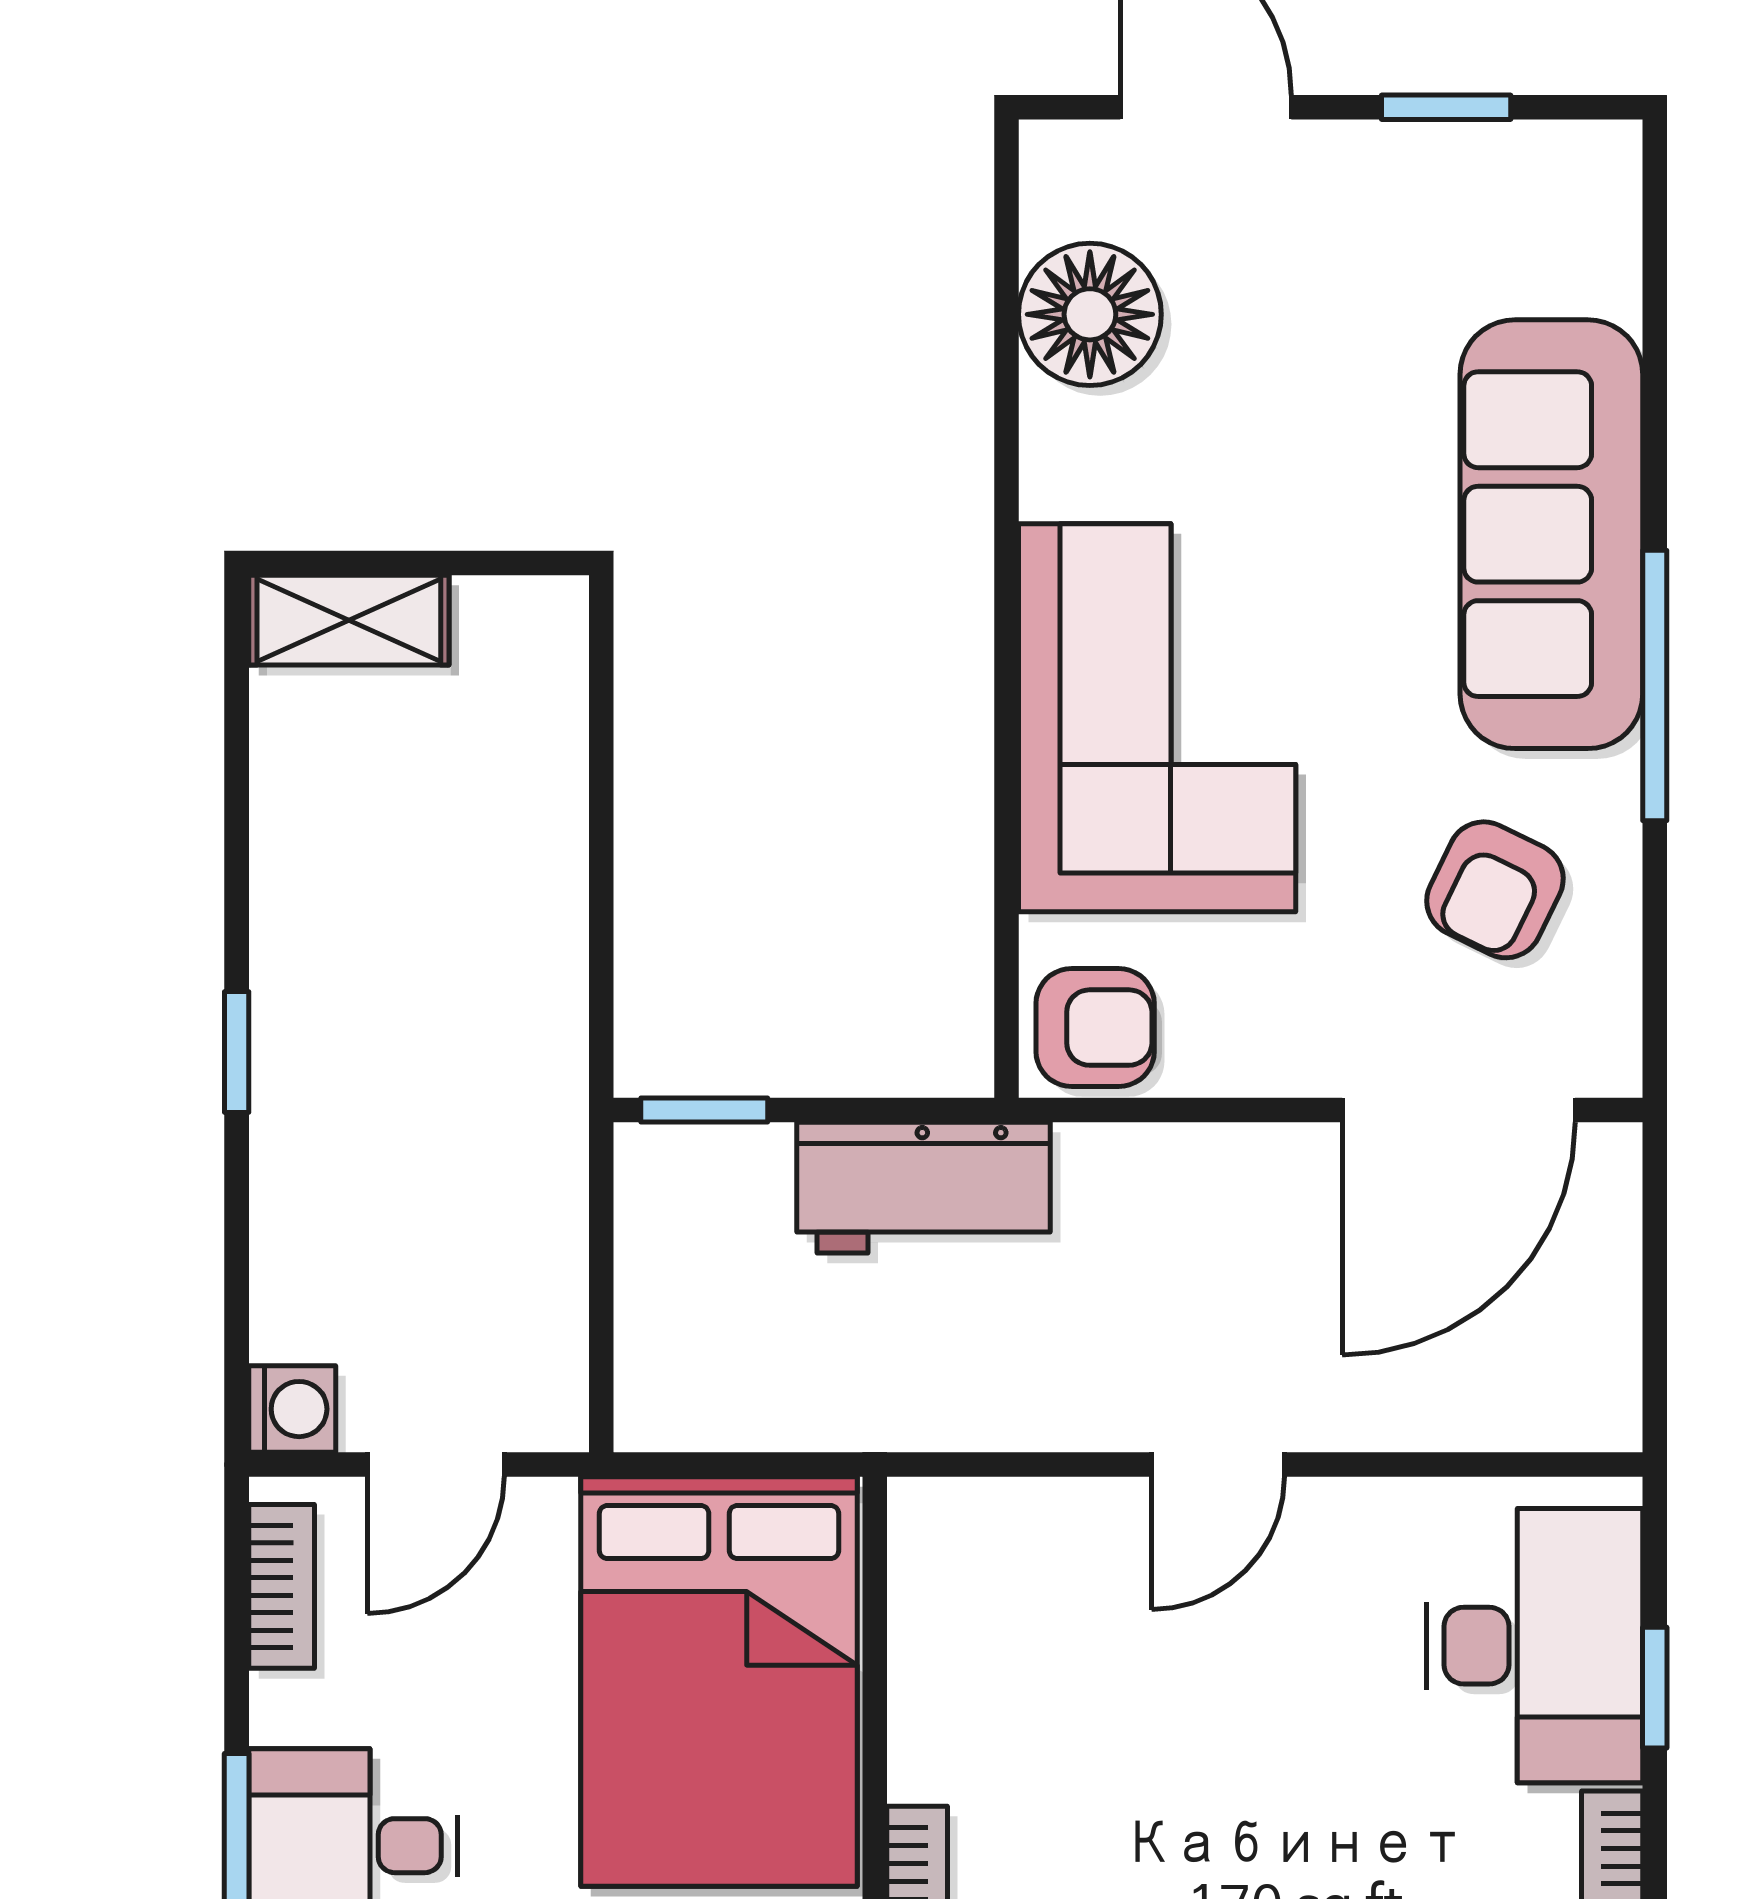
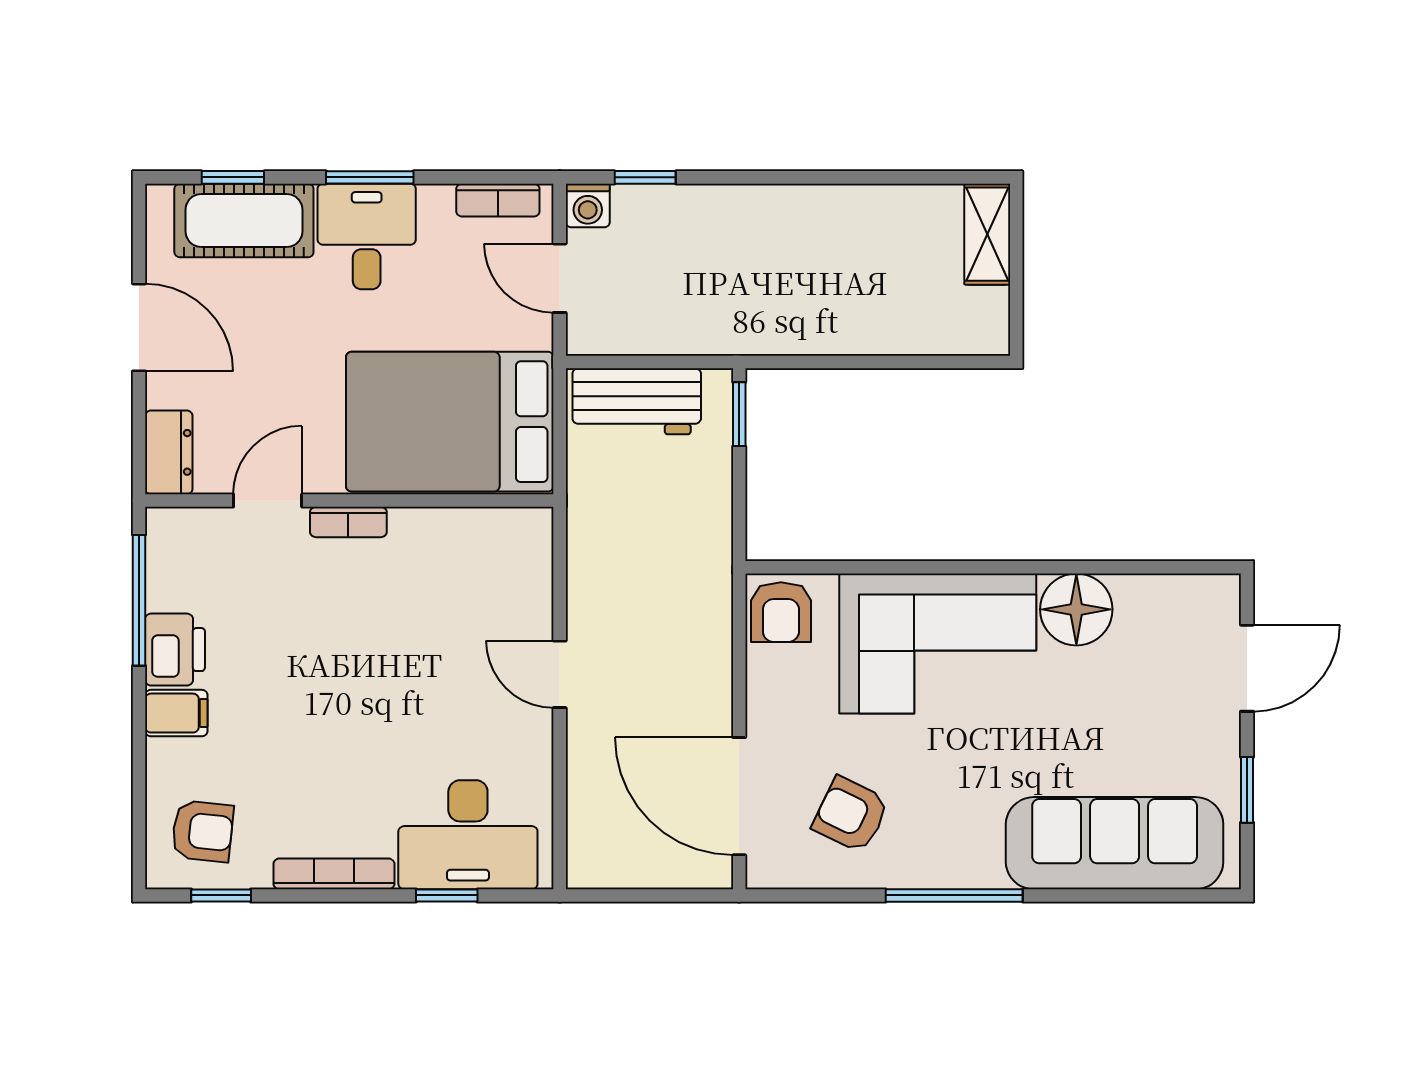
floor lamp: (1090, 314) -> (1076, 609), moved
sofa: (1551, 534) -> (1115, 843), moved
window: (237, 1052) -> (645, 177), moved
workbench: (924, 1188) -> (637, 401), moved, turned -90

